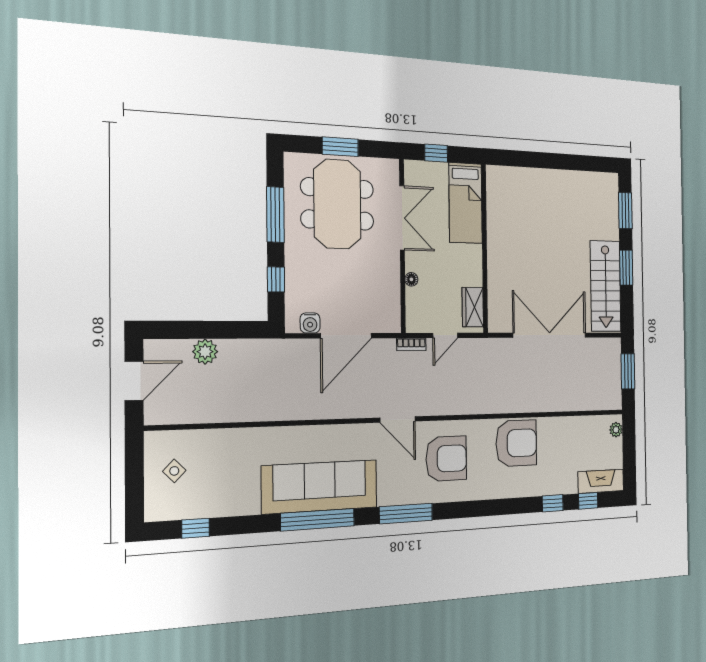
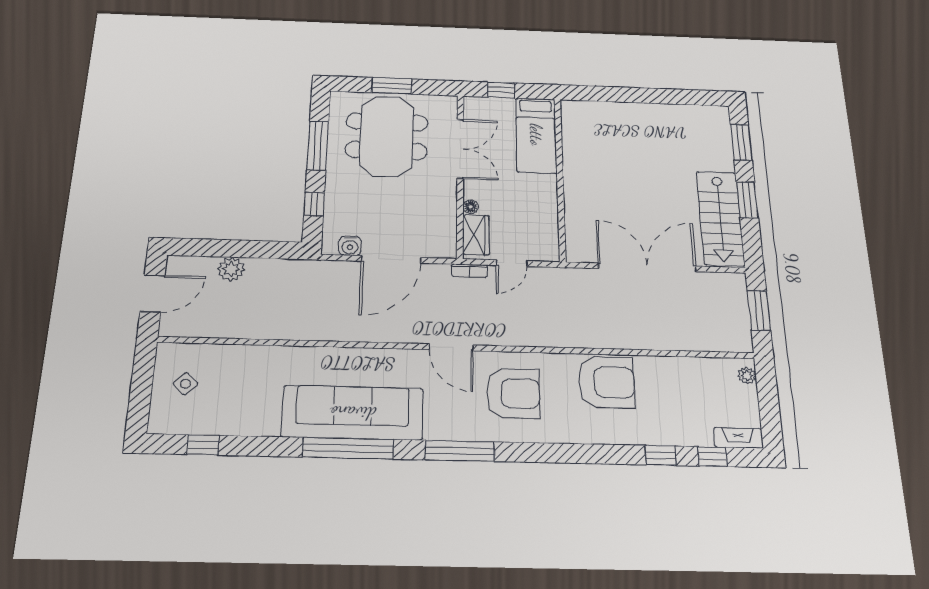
wardrobe: (473, 307) -> (476, 235), moved, turned 180
fireplace: (601, 481) -> (738, 438), width x0.73, depth x0.76

